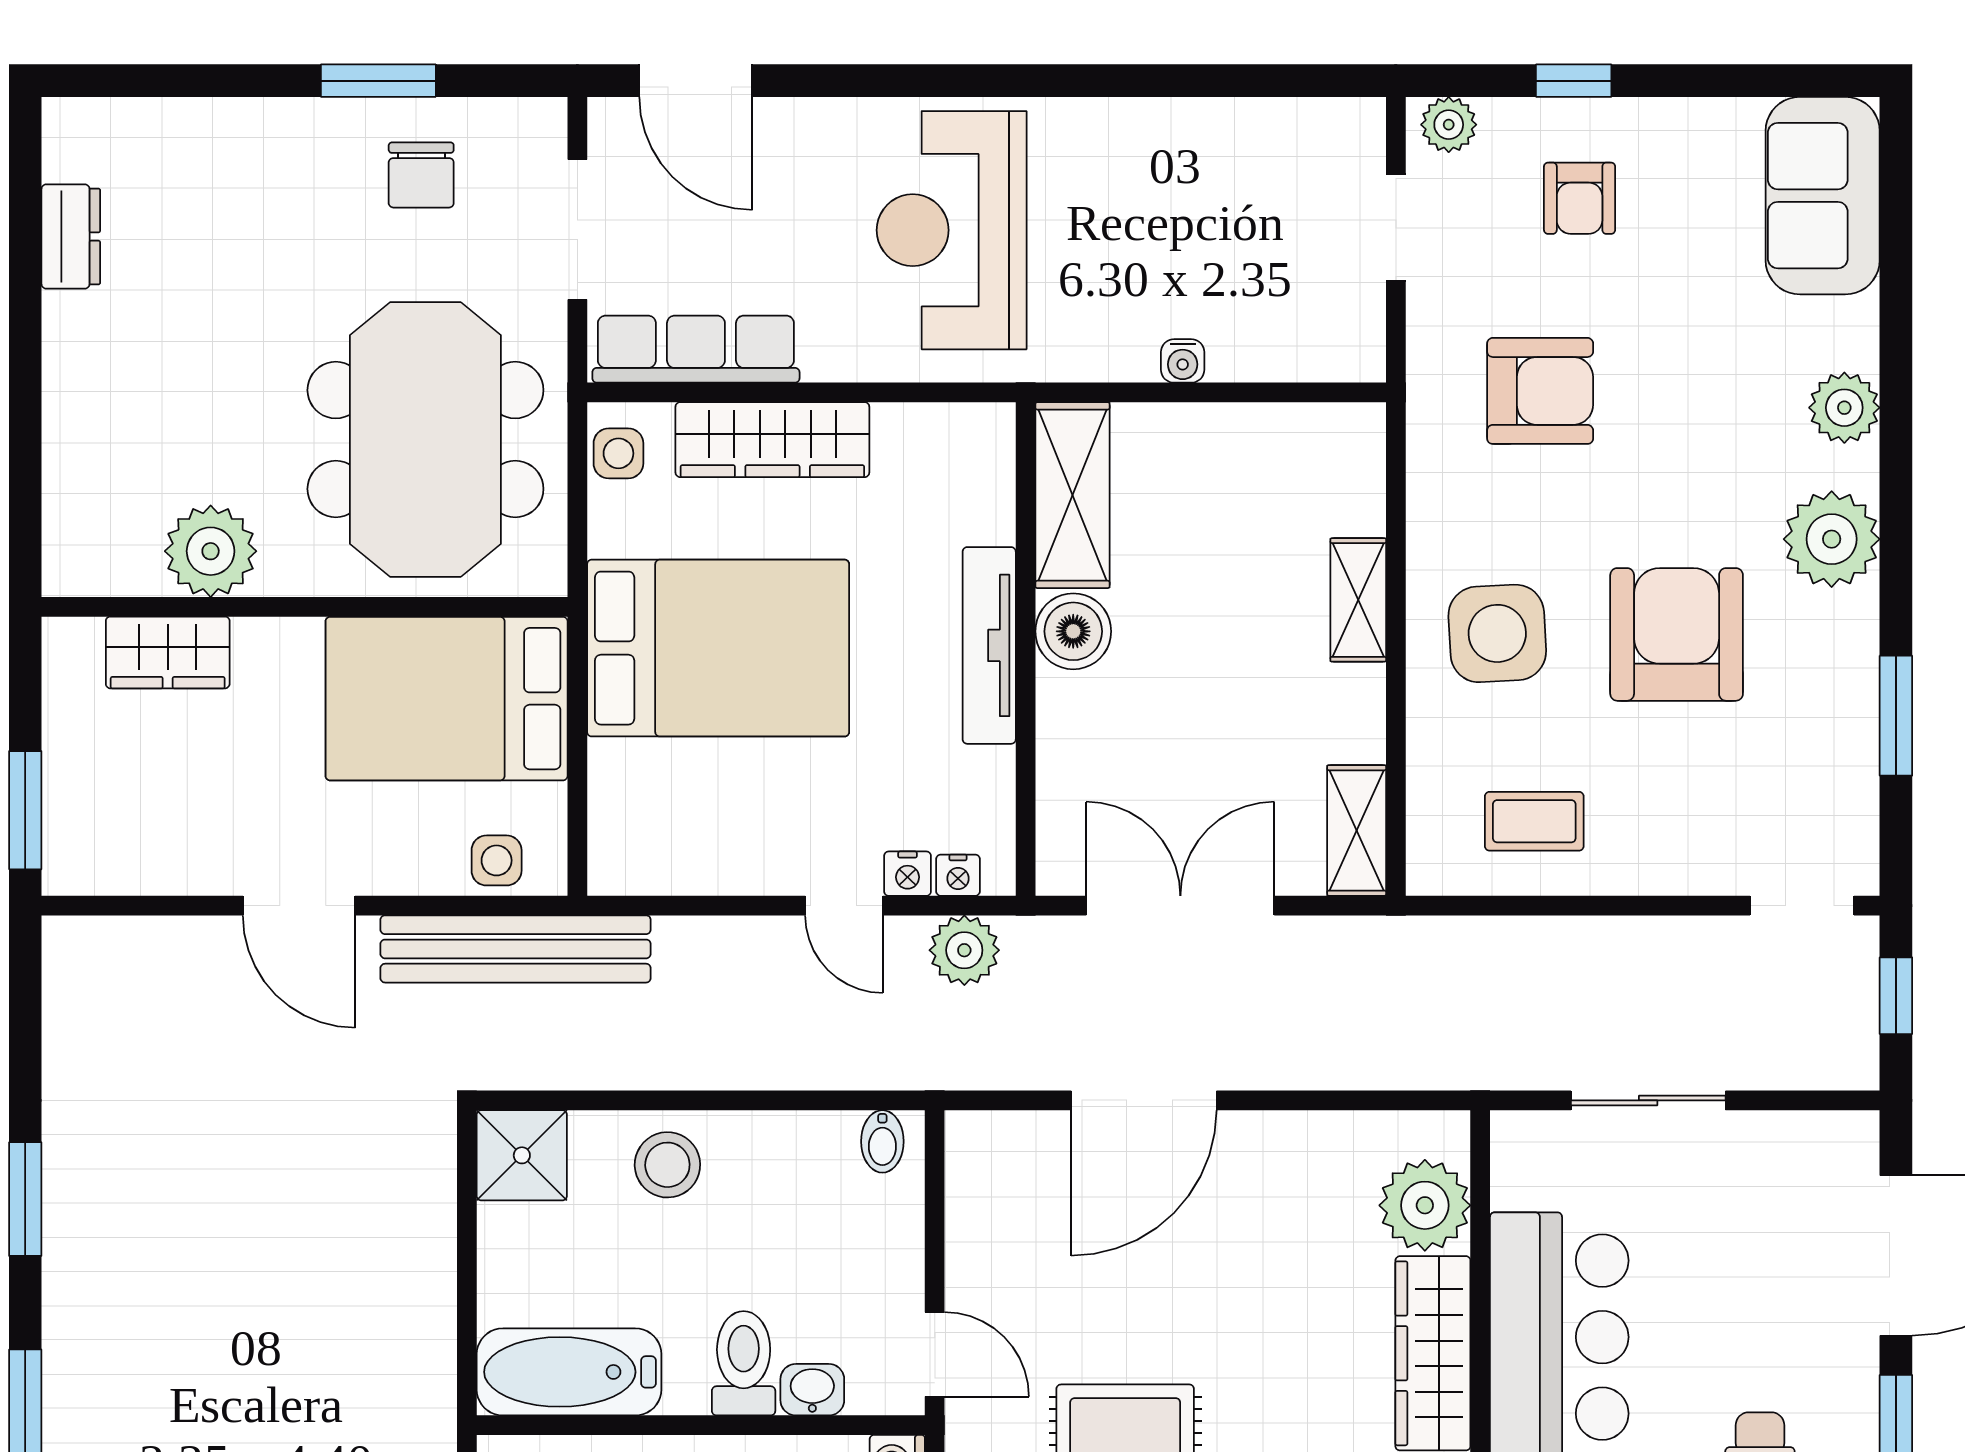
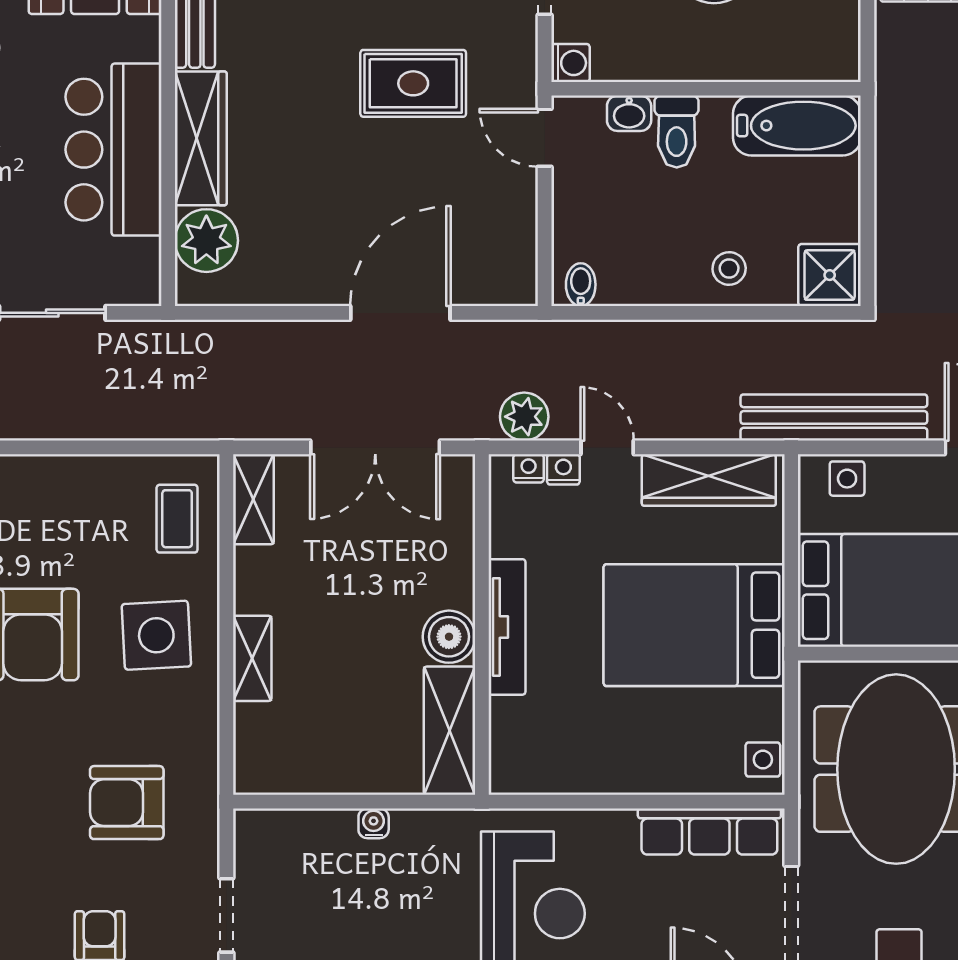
wardrobe: (772, 440) -> (709, 480), moved, turned 180
coffee table: (1534, 821) -> (177, 519), moved, turned 90
stool: (667, 1165) -> (729, 268), width x0.73, depth x0.73

